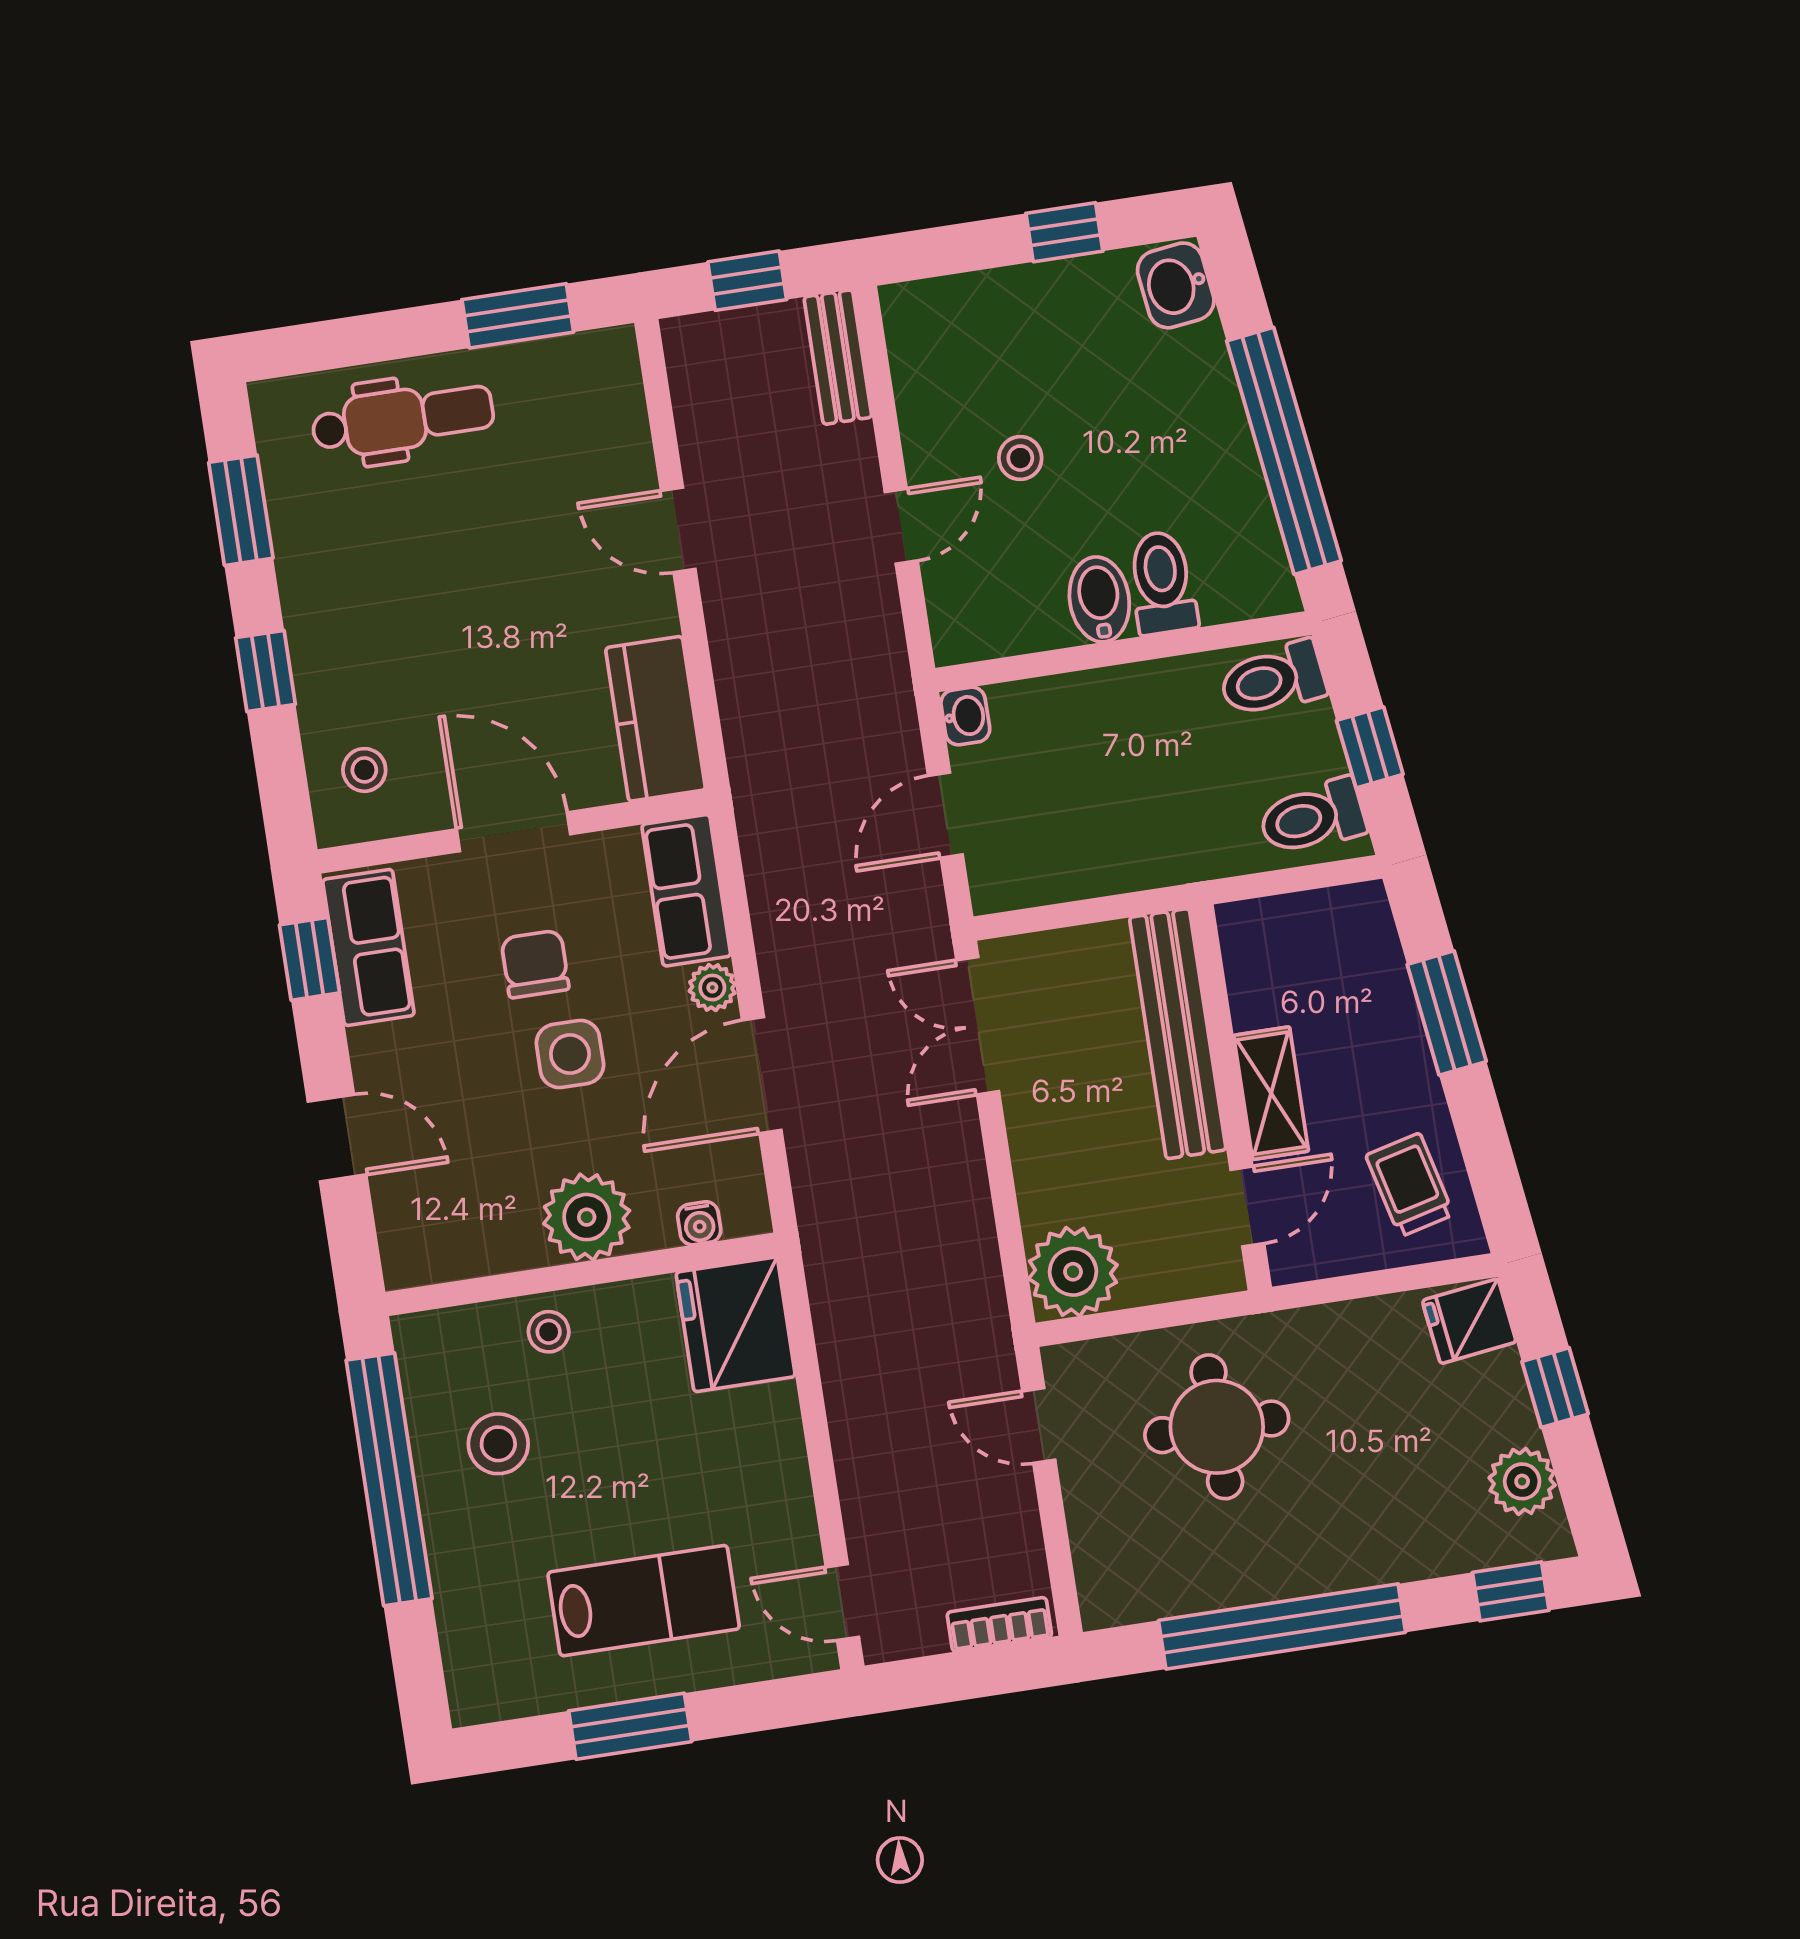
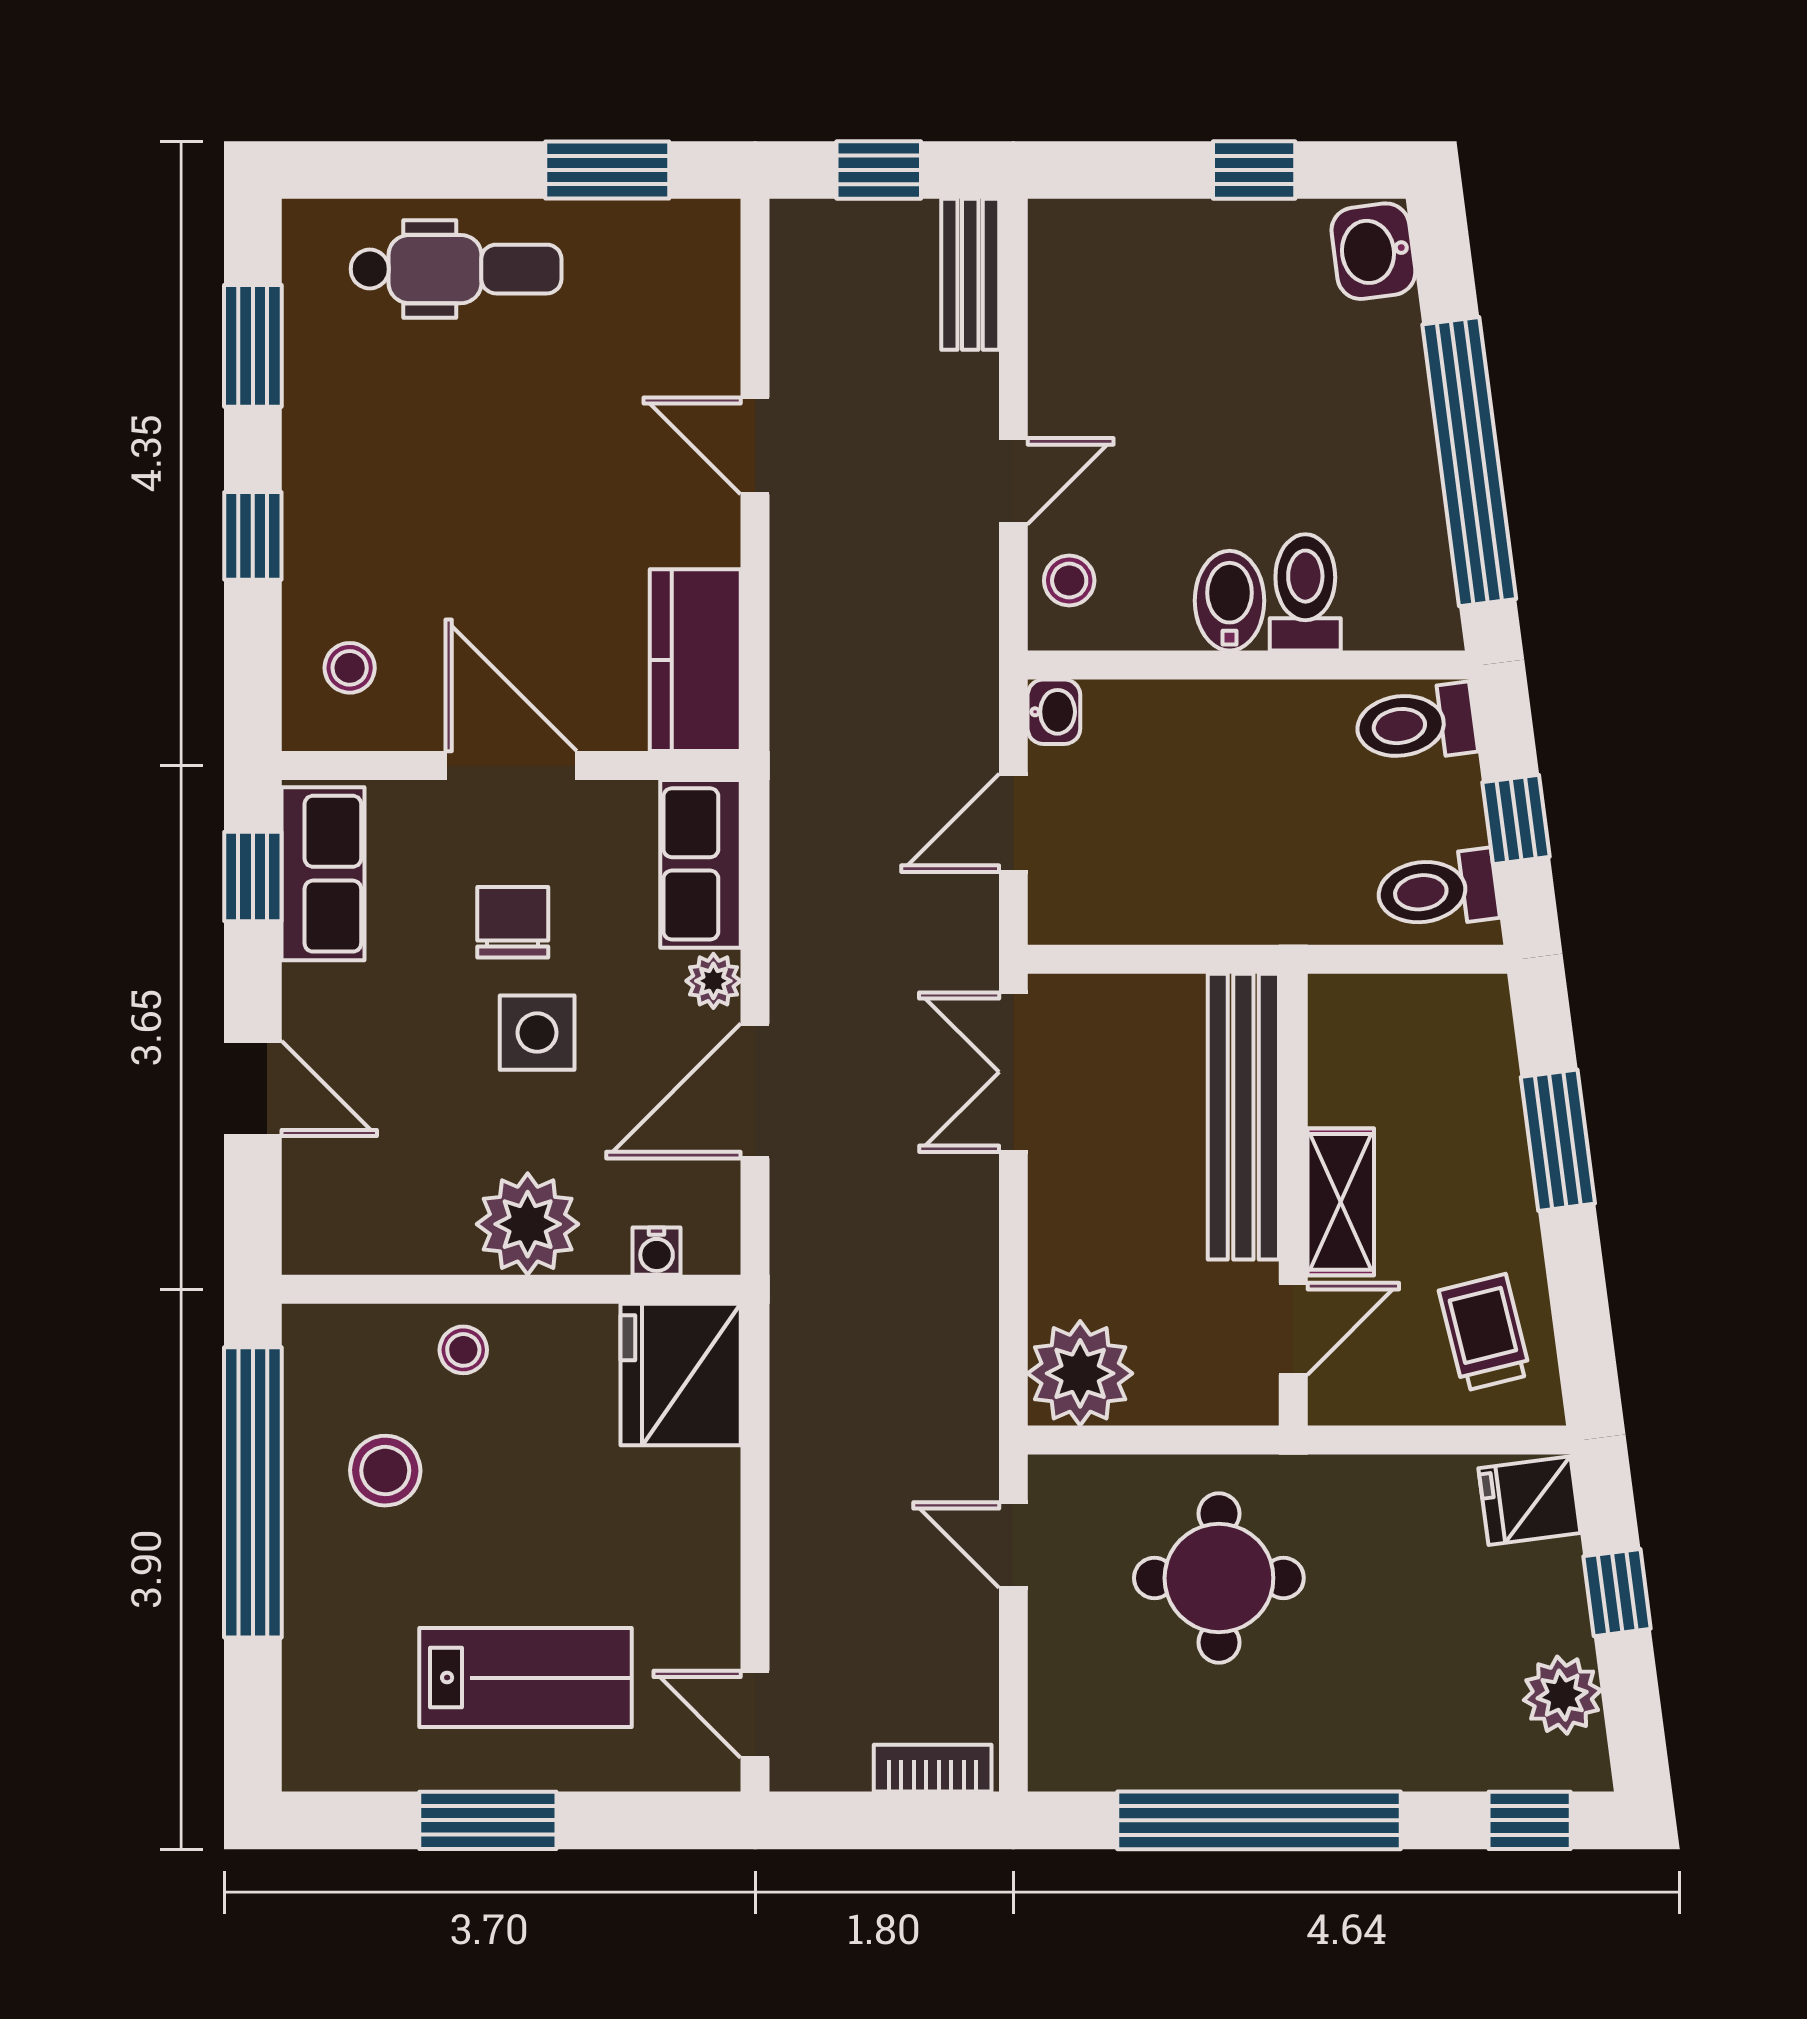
stool: (1020, 458) -> (1069, 581), moved

